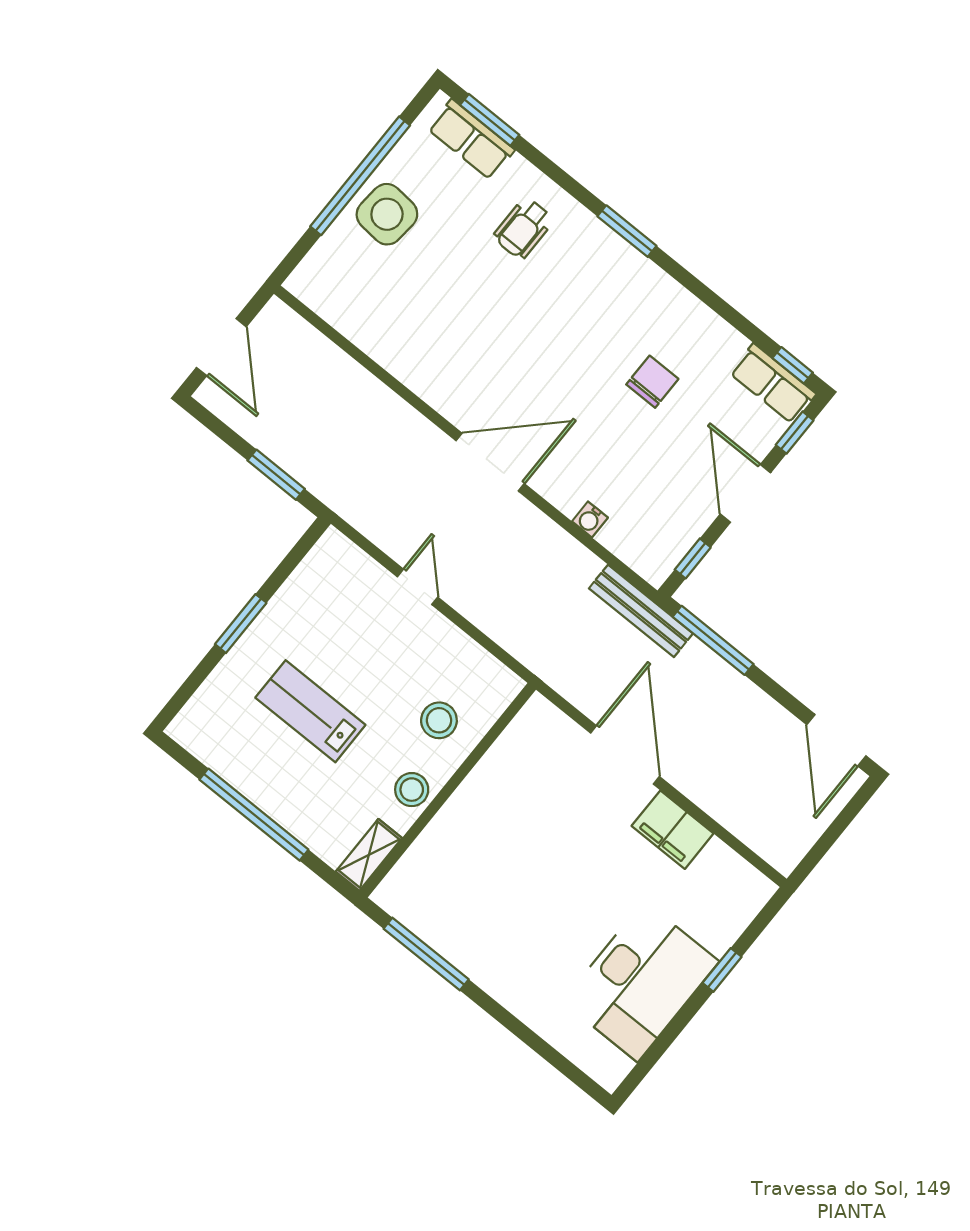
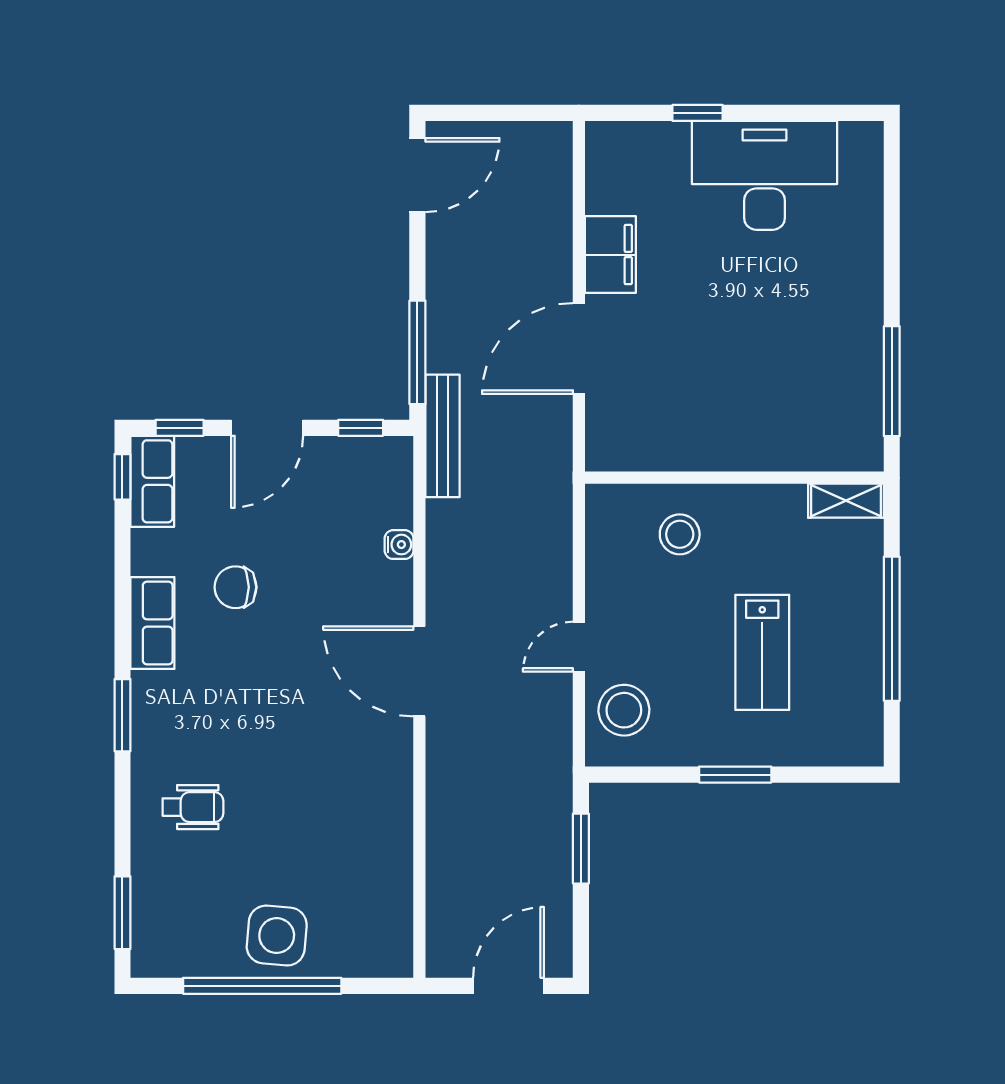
row of seats: (471, 139) -> (152, 623), moved
stool: (412, 790) -> (624, 710), moved, width x1.38, depth x1.38

